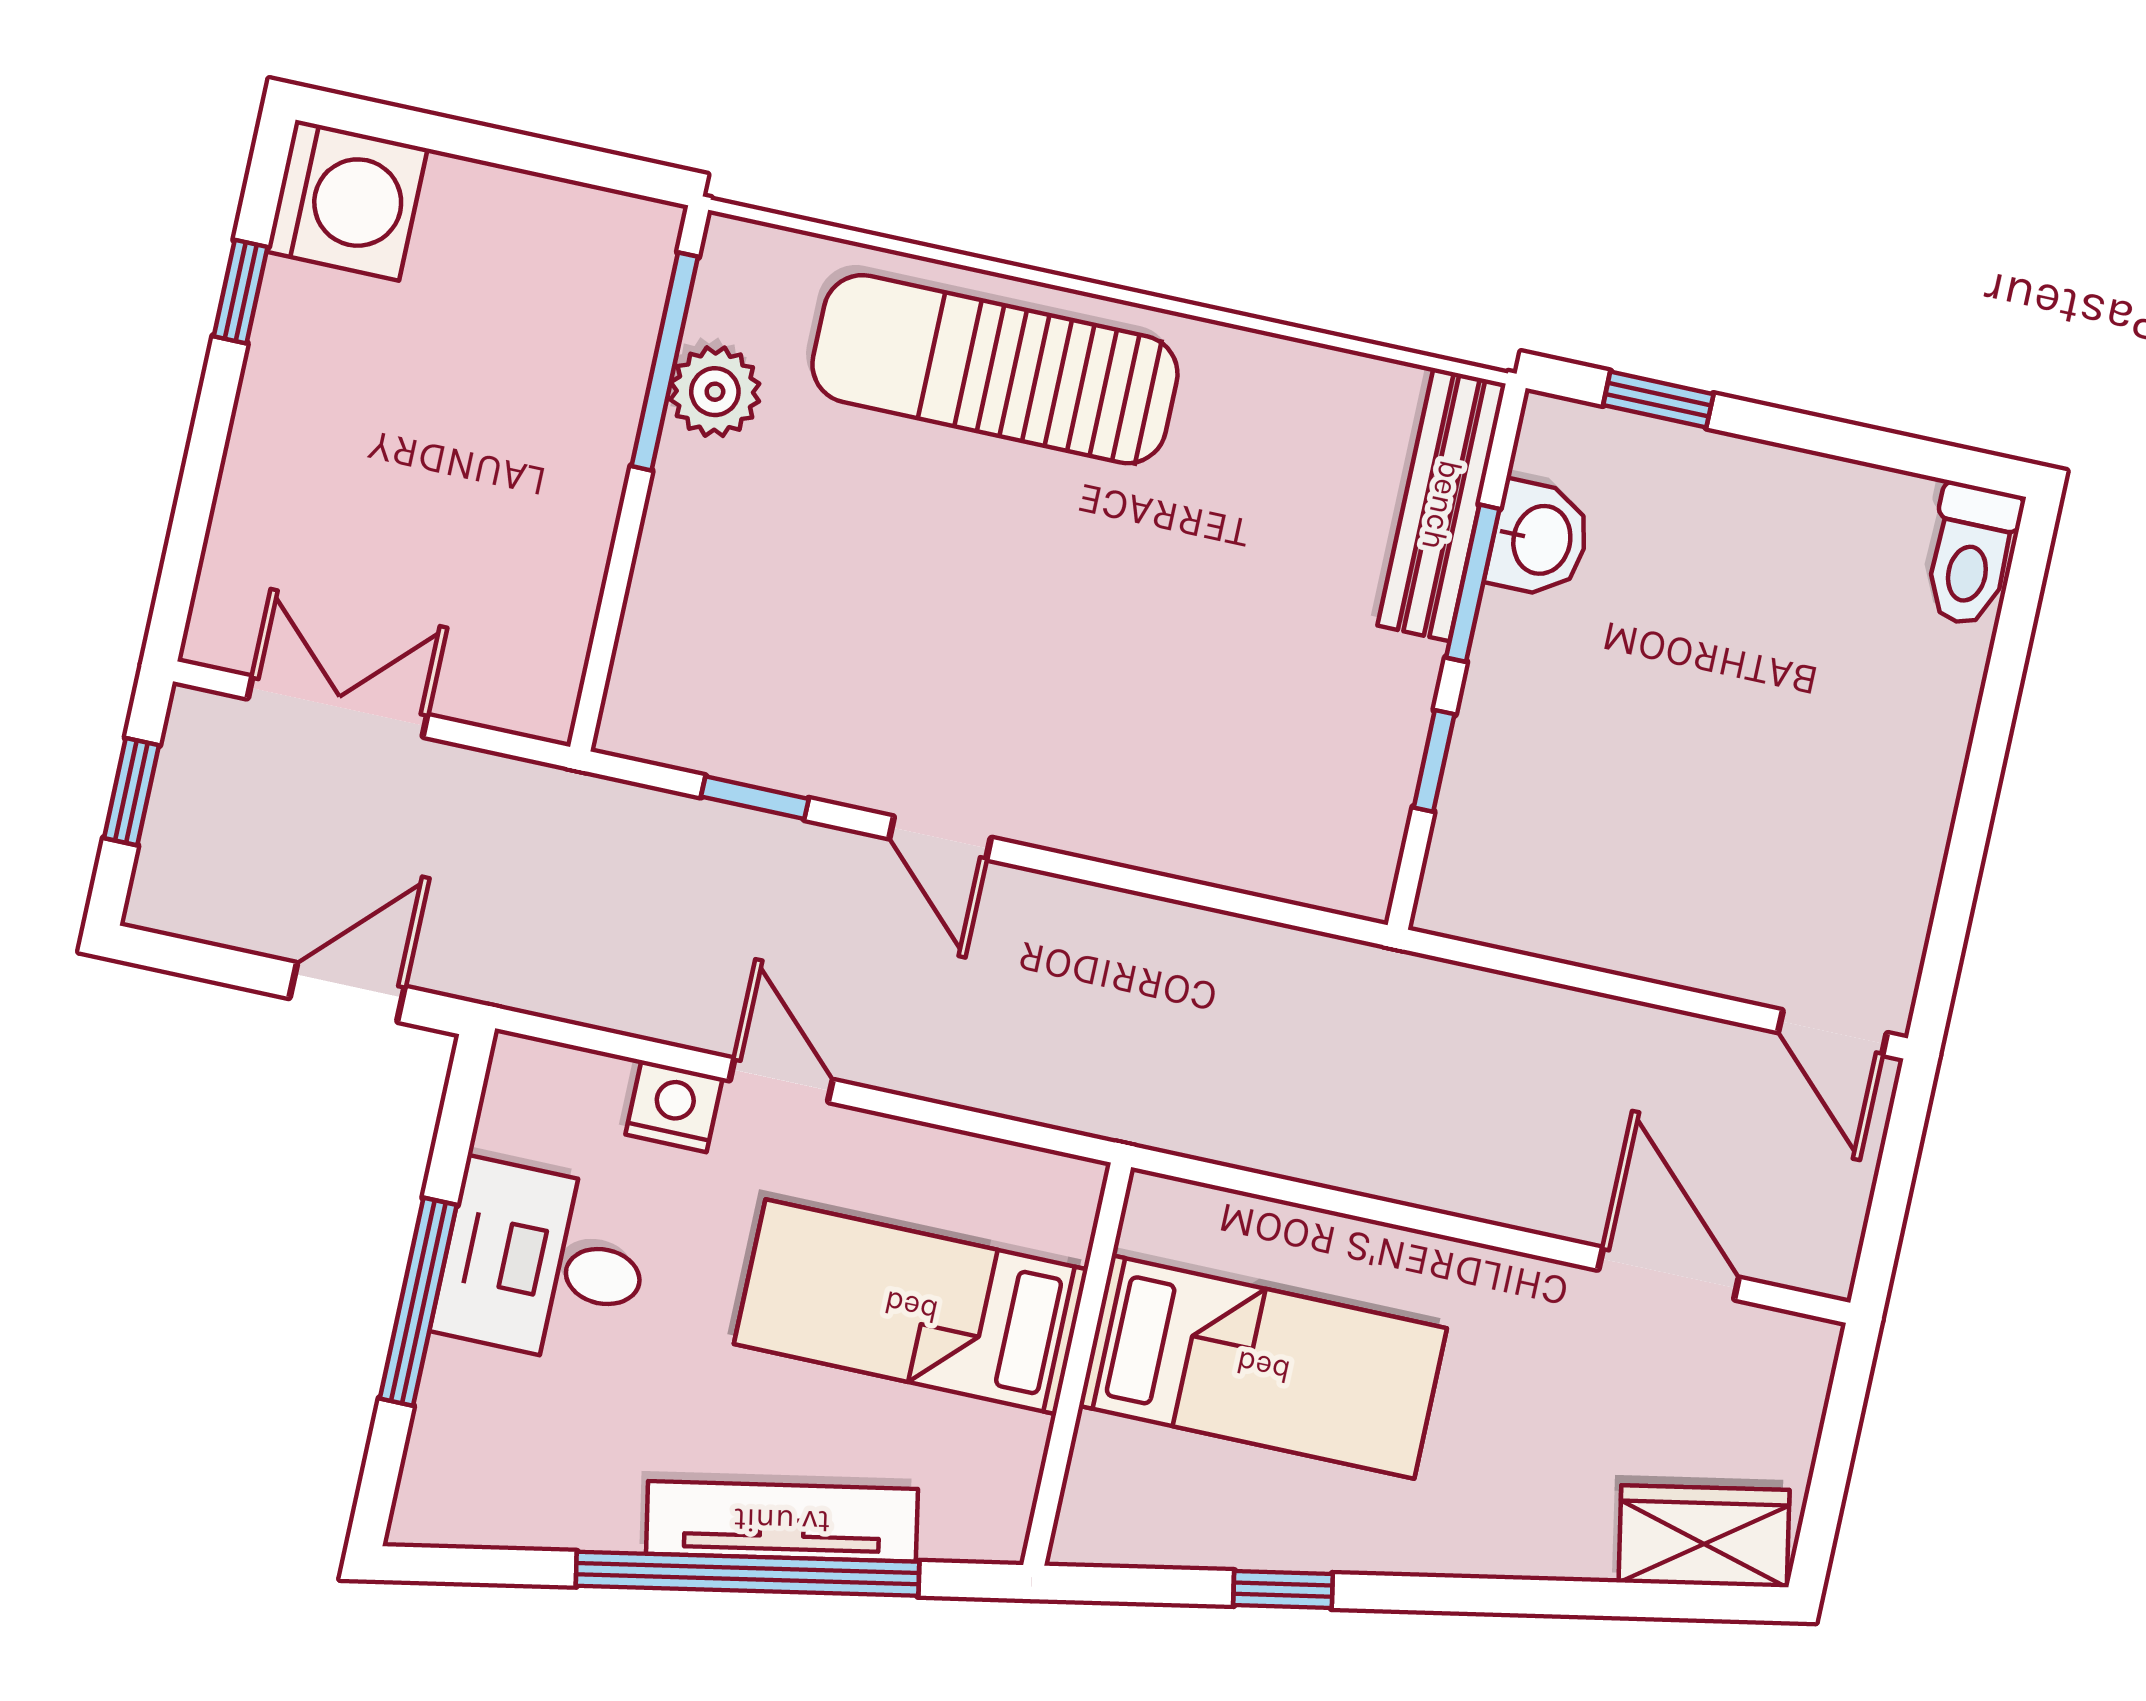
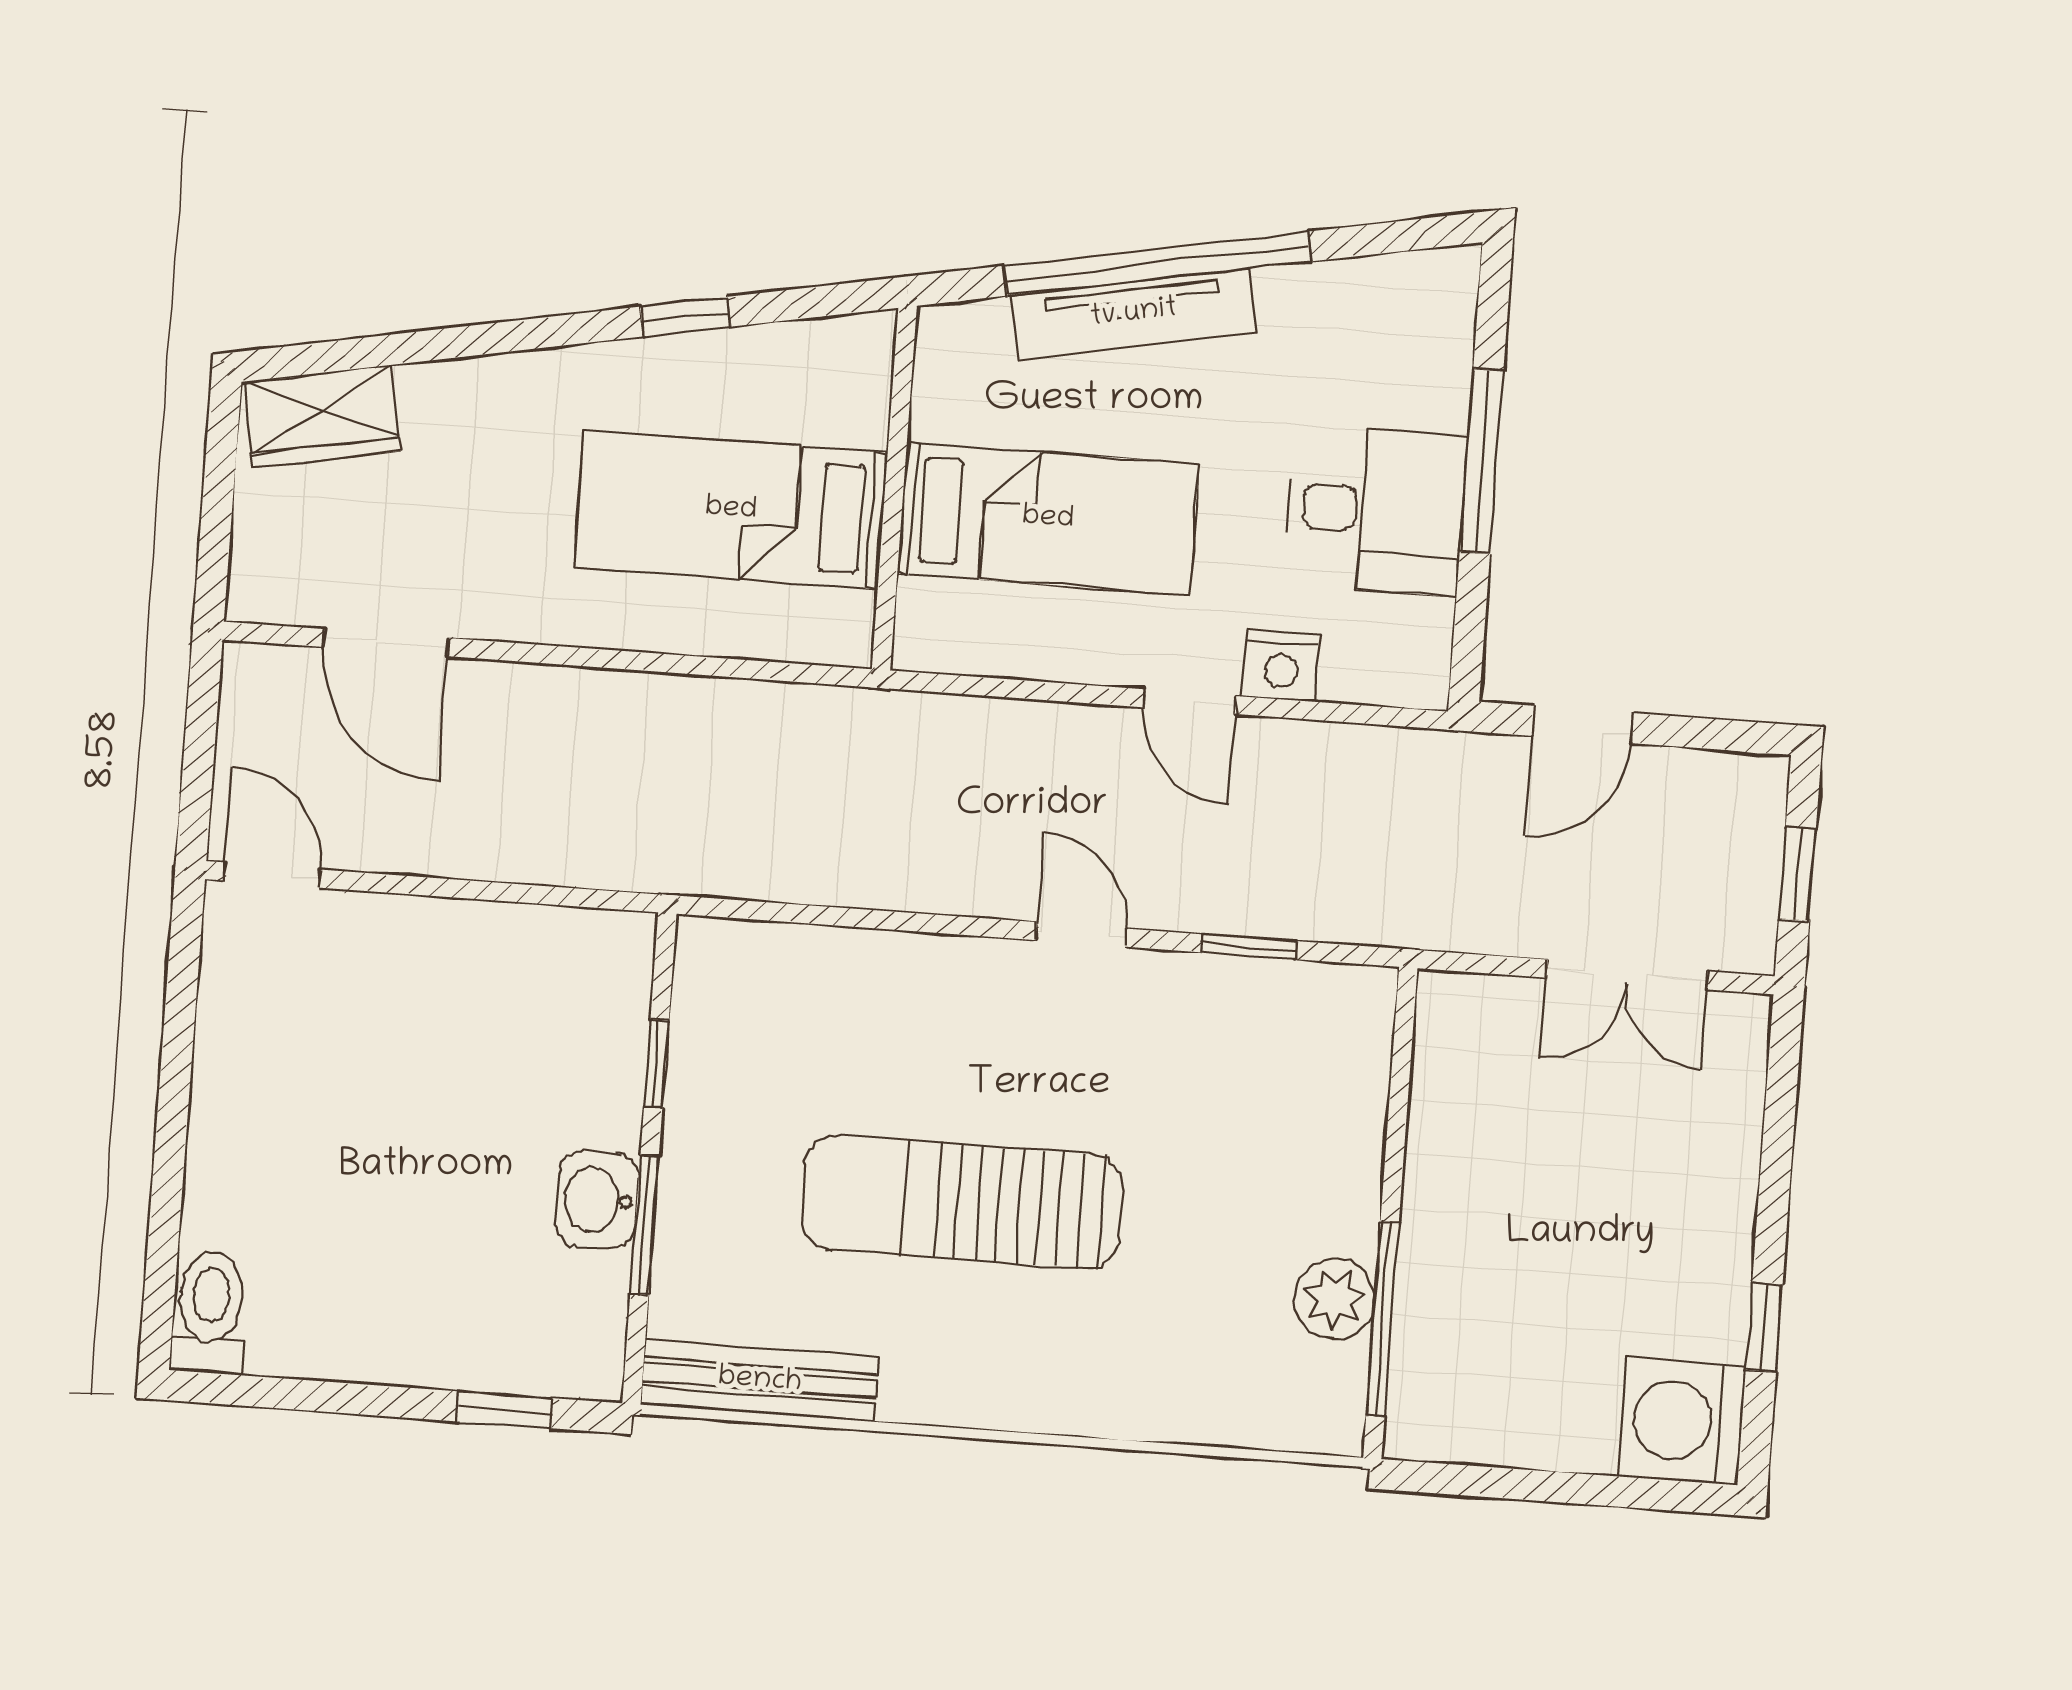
sun lounger: (995, 369) -> (962, 1202), moved, turned 180
bench: (1442, 505) -> (760, 1381), moved, turned 90
washbasin: (1539, 539) -> (597, 1200), moved

